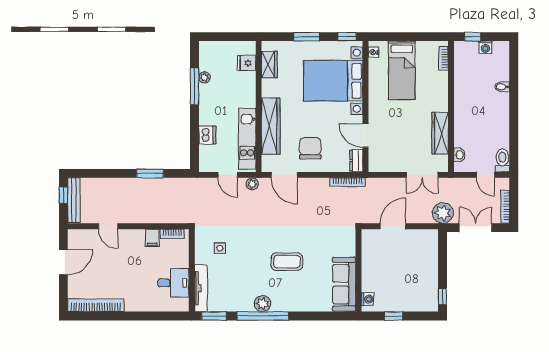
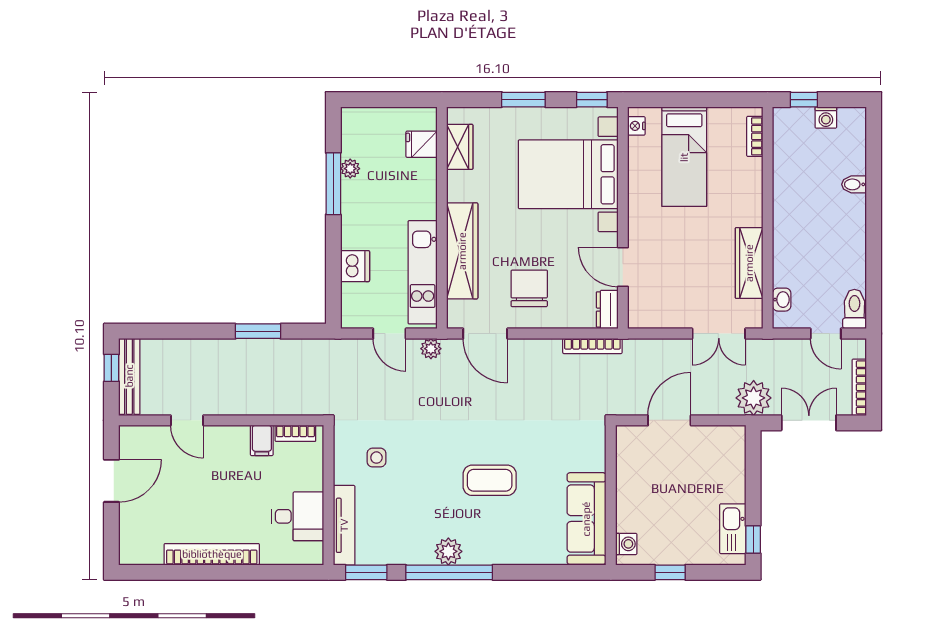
kitchen sink: (430, 290) -> (733, 529), added
bookcase: (96, 305) -> (212, 554), moved

